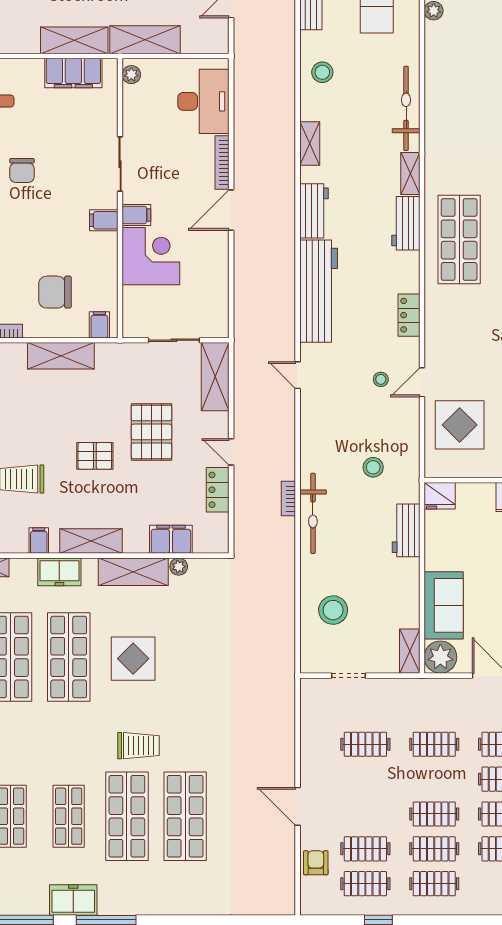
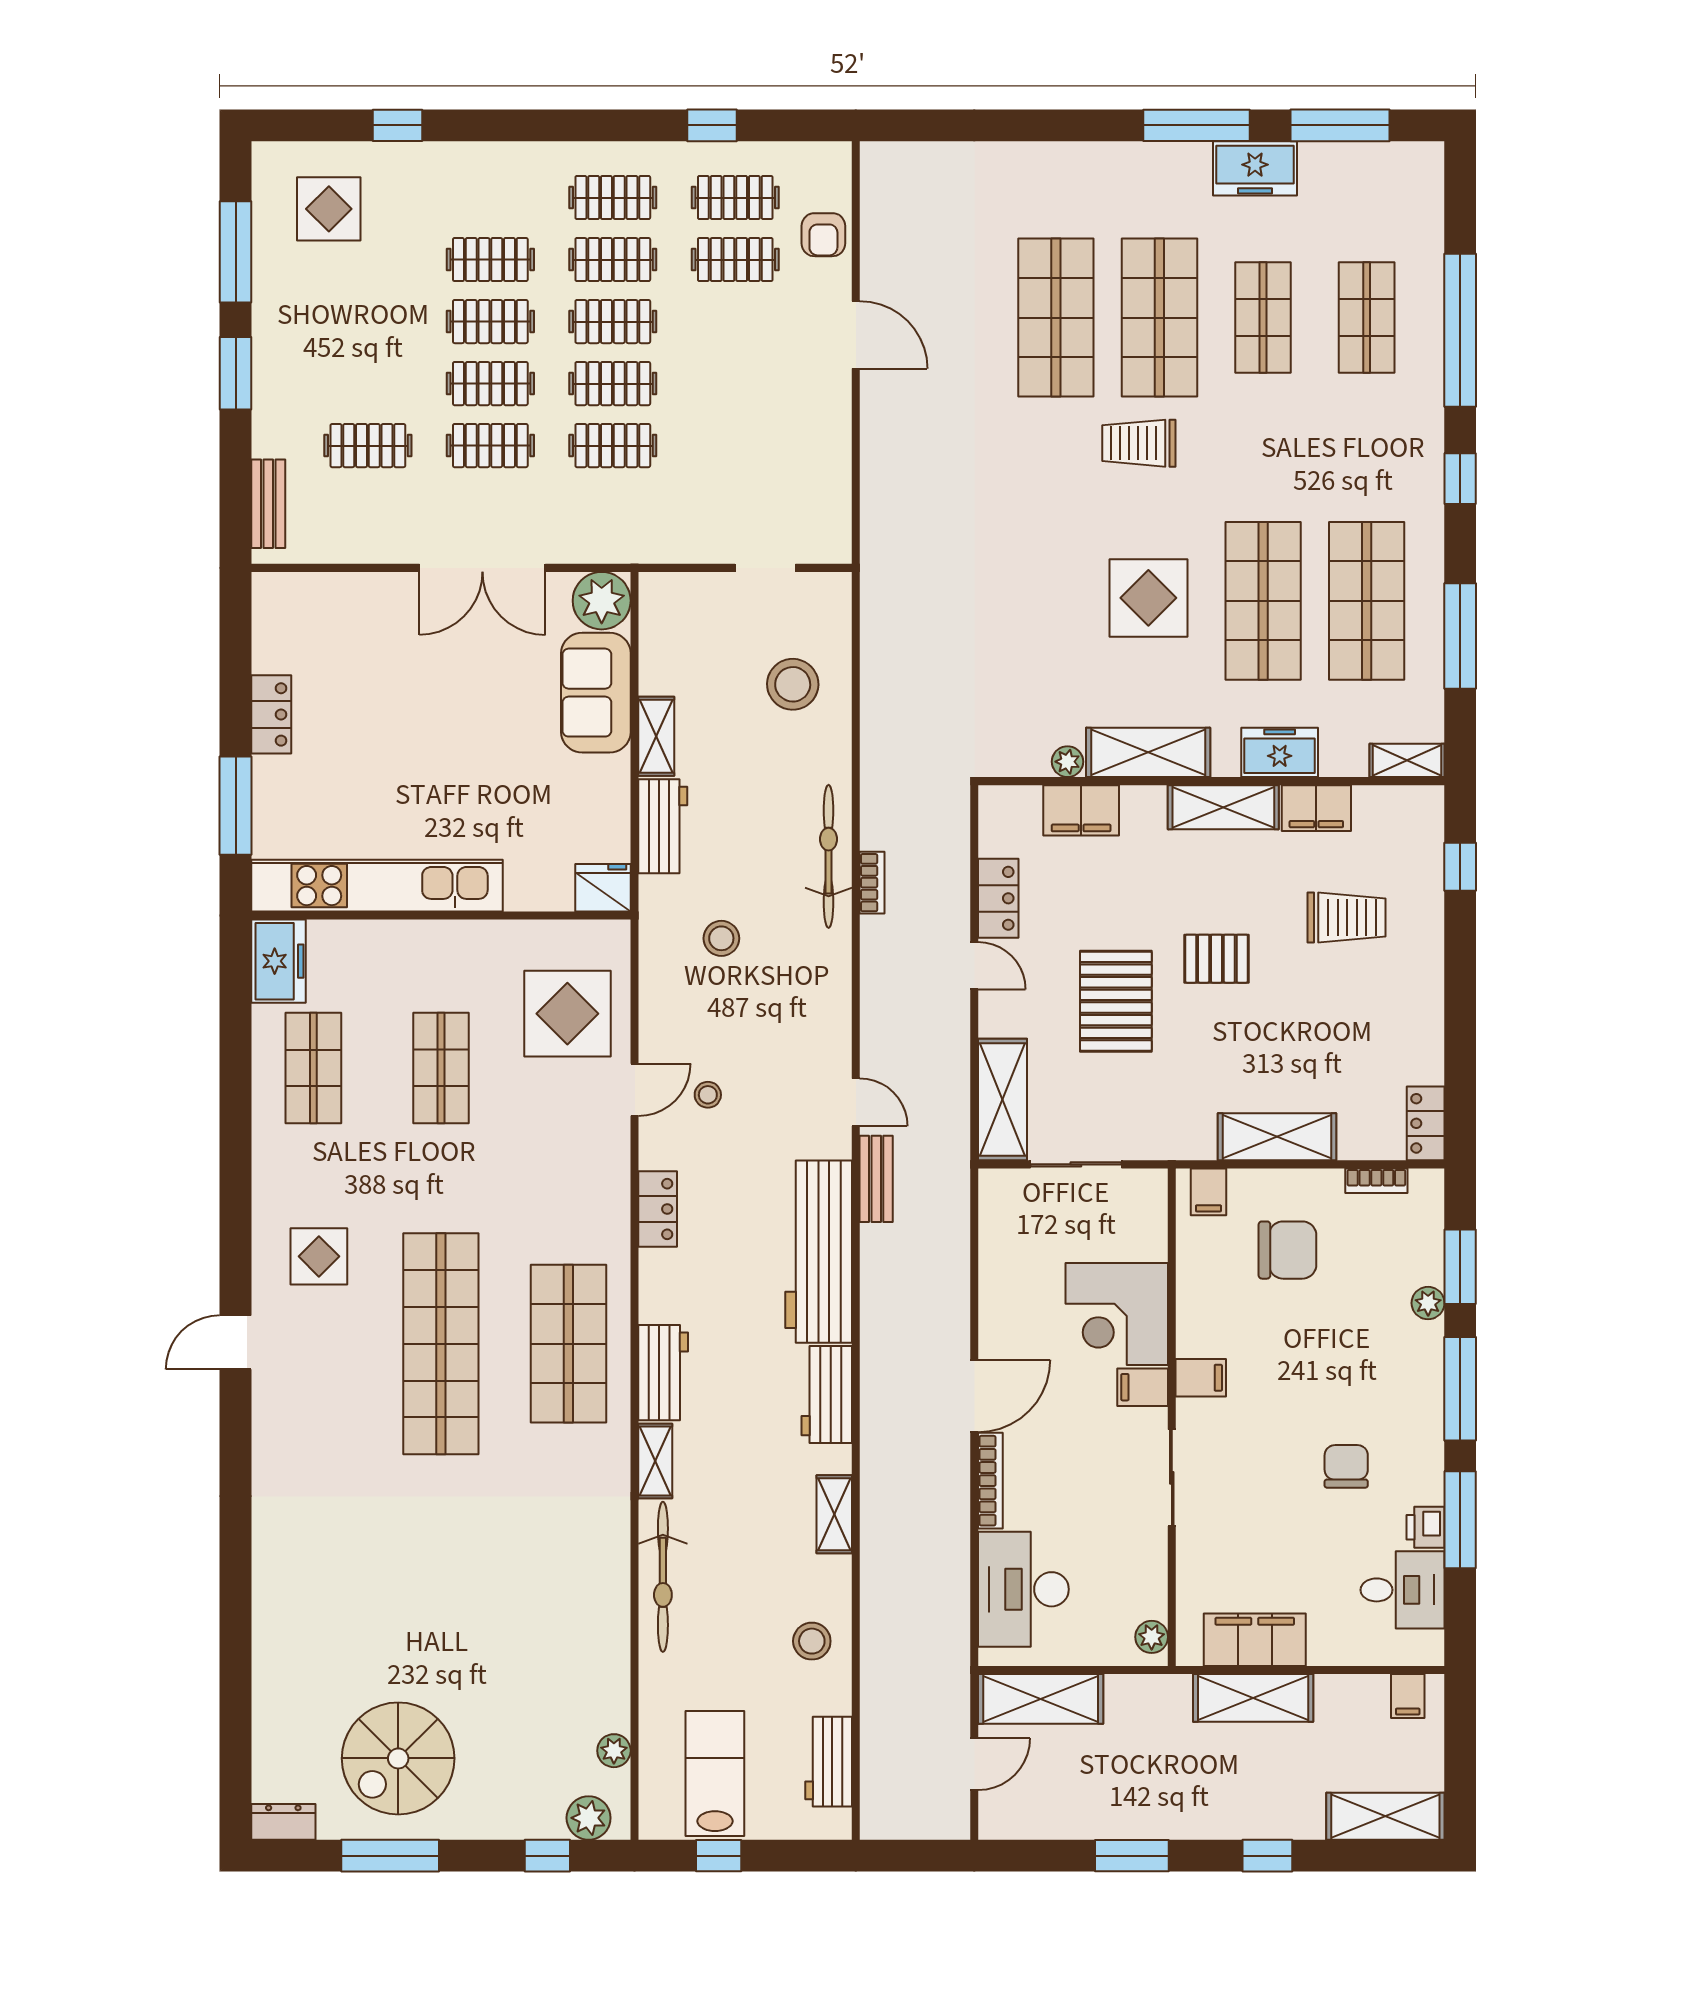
shelving: (145, 40) -> (1041, 1699), moved
bench: (286, 332) -> (876, 1179), added
filing cabinet: (39, 540) -> (1316, 808), width x2.00
shelving: (410, 651) -> (656, 736), moved
clothes rail: (365, 744) -> (613, 384), moved

